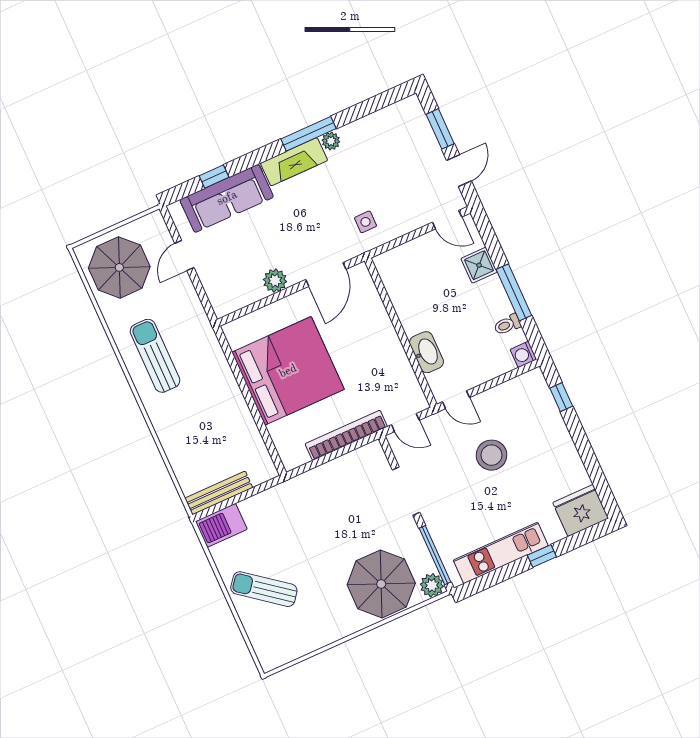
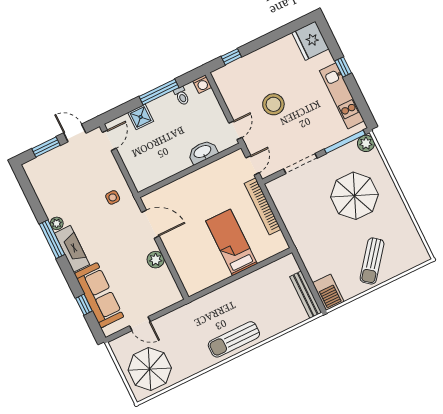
sun lounger: (155, 356) -> (234, 339), moved
bed: (288, 371) -> (232, 242), width x0.49
parasol: (381, 584) -> (354, 196), moved

